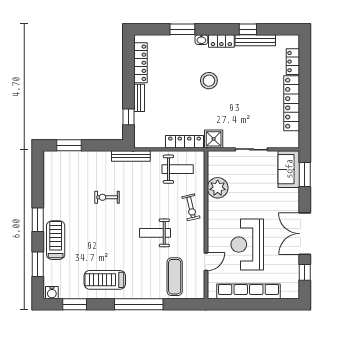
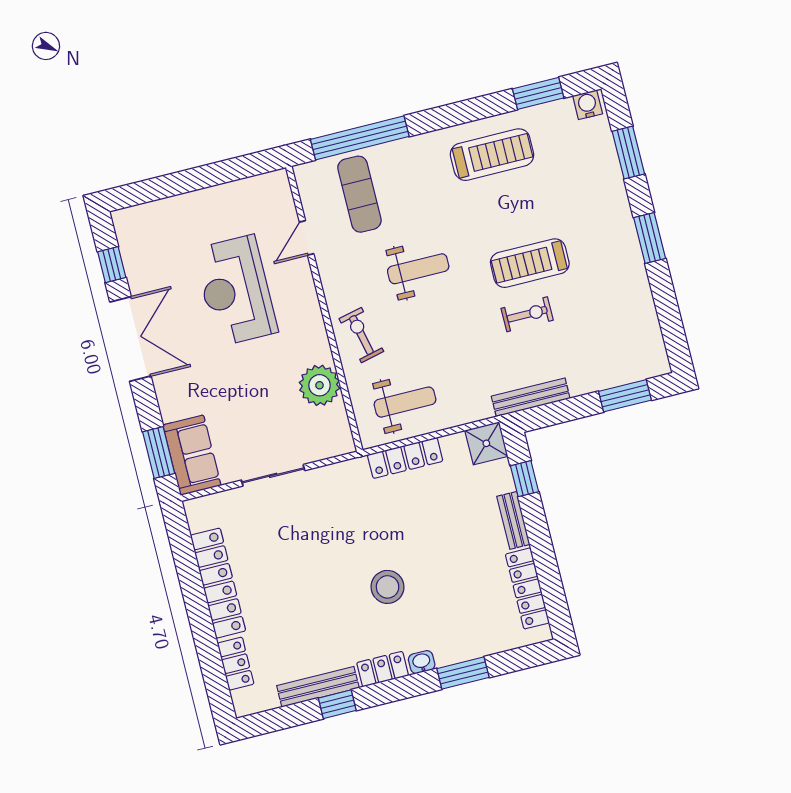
shower: (214, 139) -> (486, 443), moved
bench: (131, 156) -> (531, 397), moved
weight bench: (178, 169) -> (405, 402), turned 180
treadmill: (56, 240) -> (530, 263), moved, turned 90
reception desk: (247, 245) -> (236, 291), turned 180
row of seats: (248, 291) -> (211, 201), removed
window: (139, 304) -> (360, 138), moved

